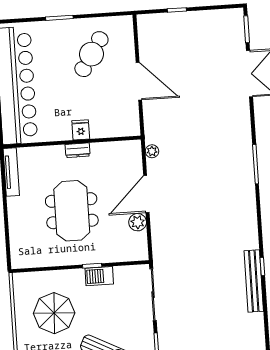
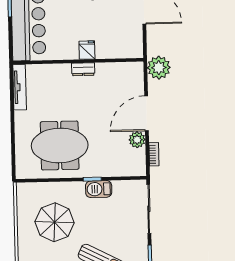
plant: (152, 151) -> (159, 68), width x1.88, depth x1.88
meeting table: (72, 211) -> (60, 145), moved, turned 90
bookcase: (156, 237) -> (154, 154), added

